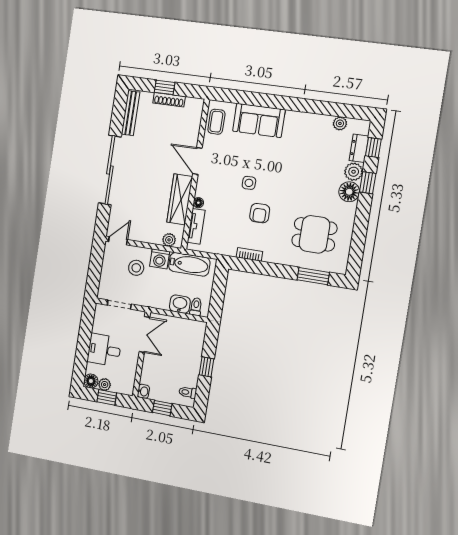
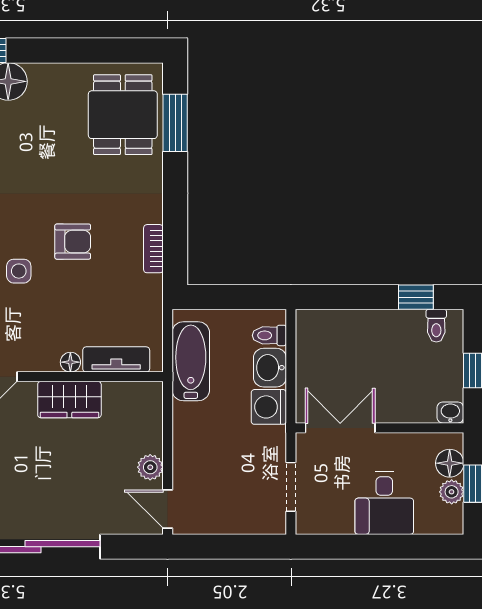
wardrobe: (180, 199) -> (69, 400), width x0.67
dining table: (314, 234) -> (123, 115), moved
plant: (169, 240) -> (150, 467), moved
washing machine: (160, 259) -> (269, 407), moved, turned 180
stool: (136, 268) -> (214, 464), removed
window: (206, 367) -> (416, 297), moved
floor lamp: (91, 381) -> (450, 463), moved

